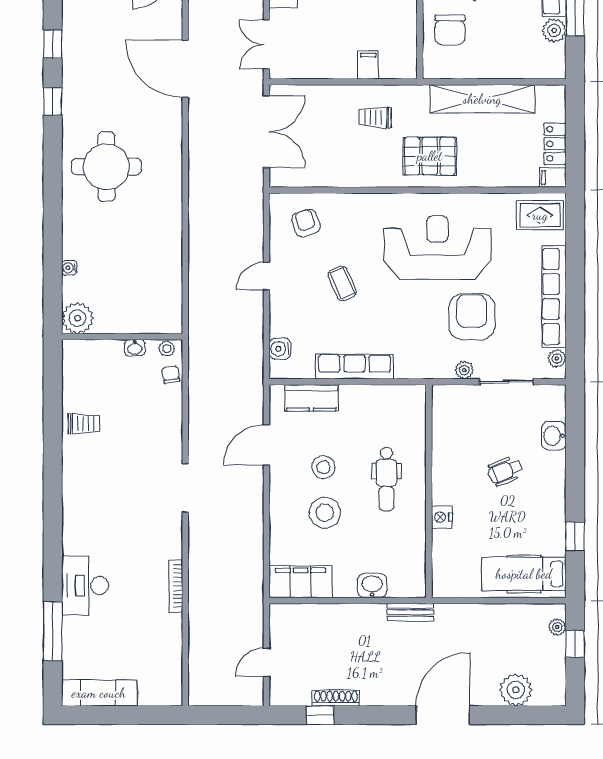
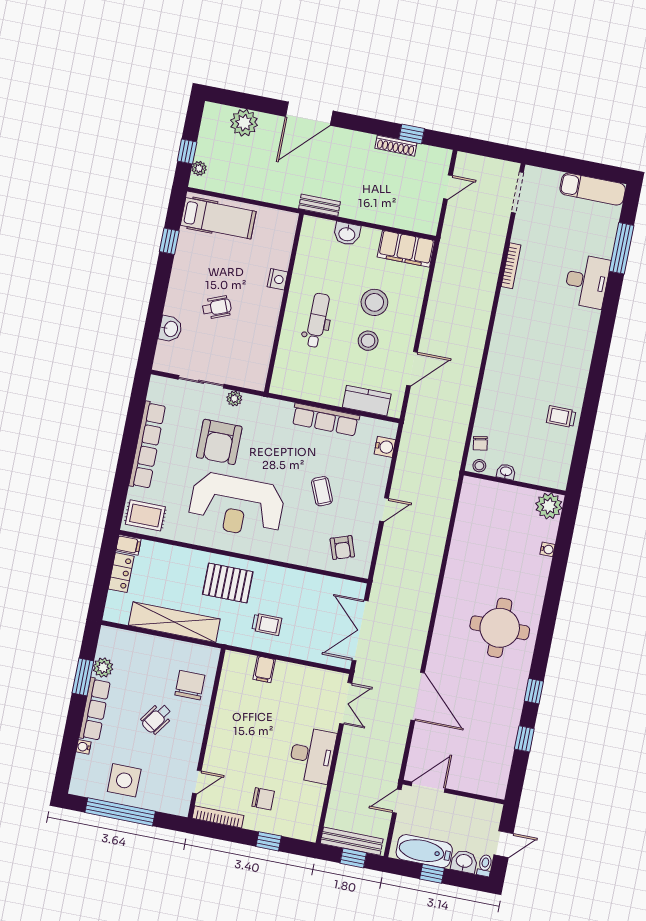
plant: (557, 358) -> (155, 393), removed
doorway: (185, 488) -> (517, 192), moved

